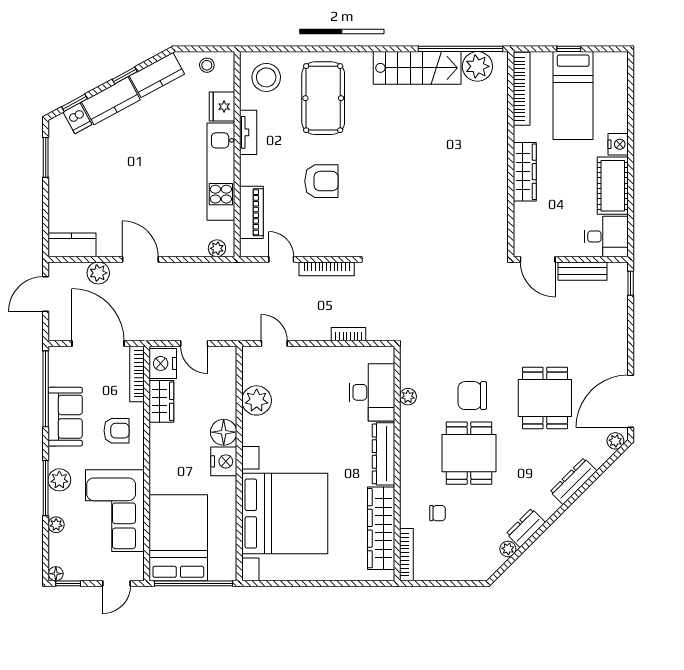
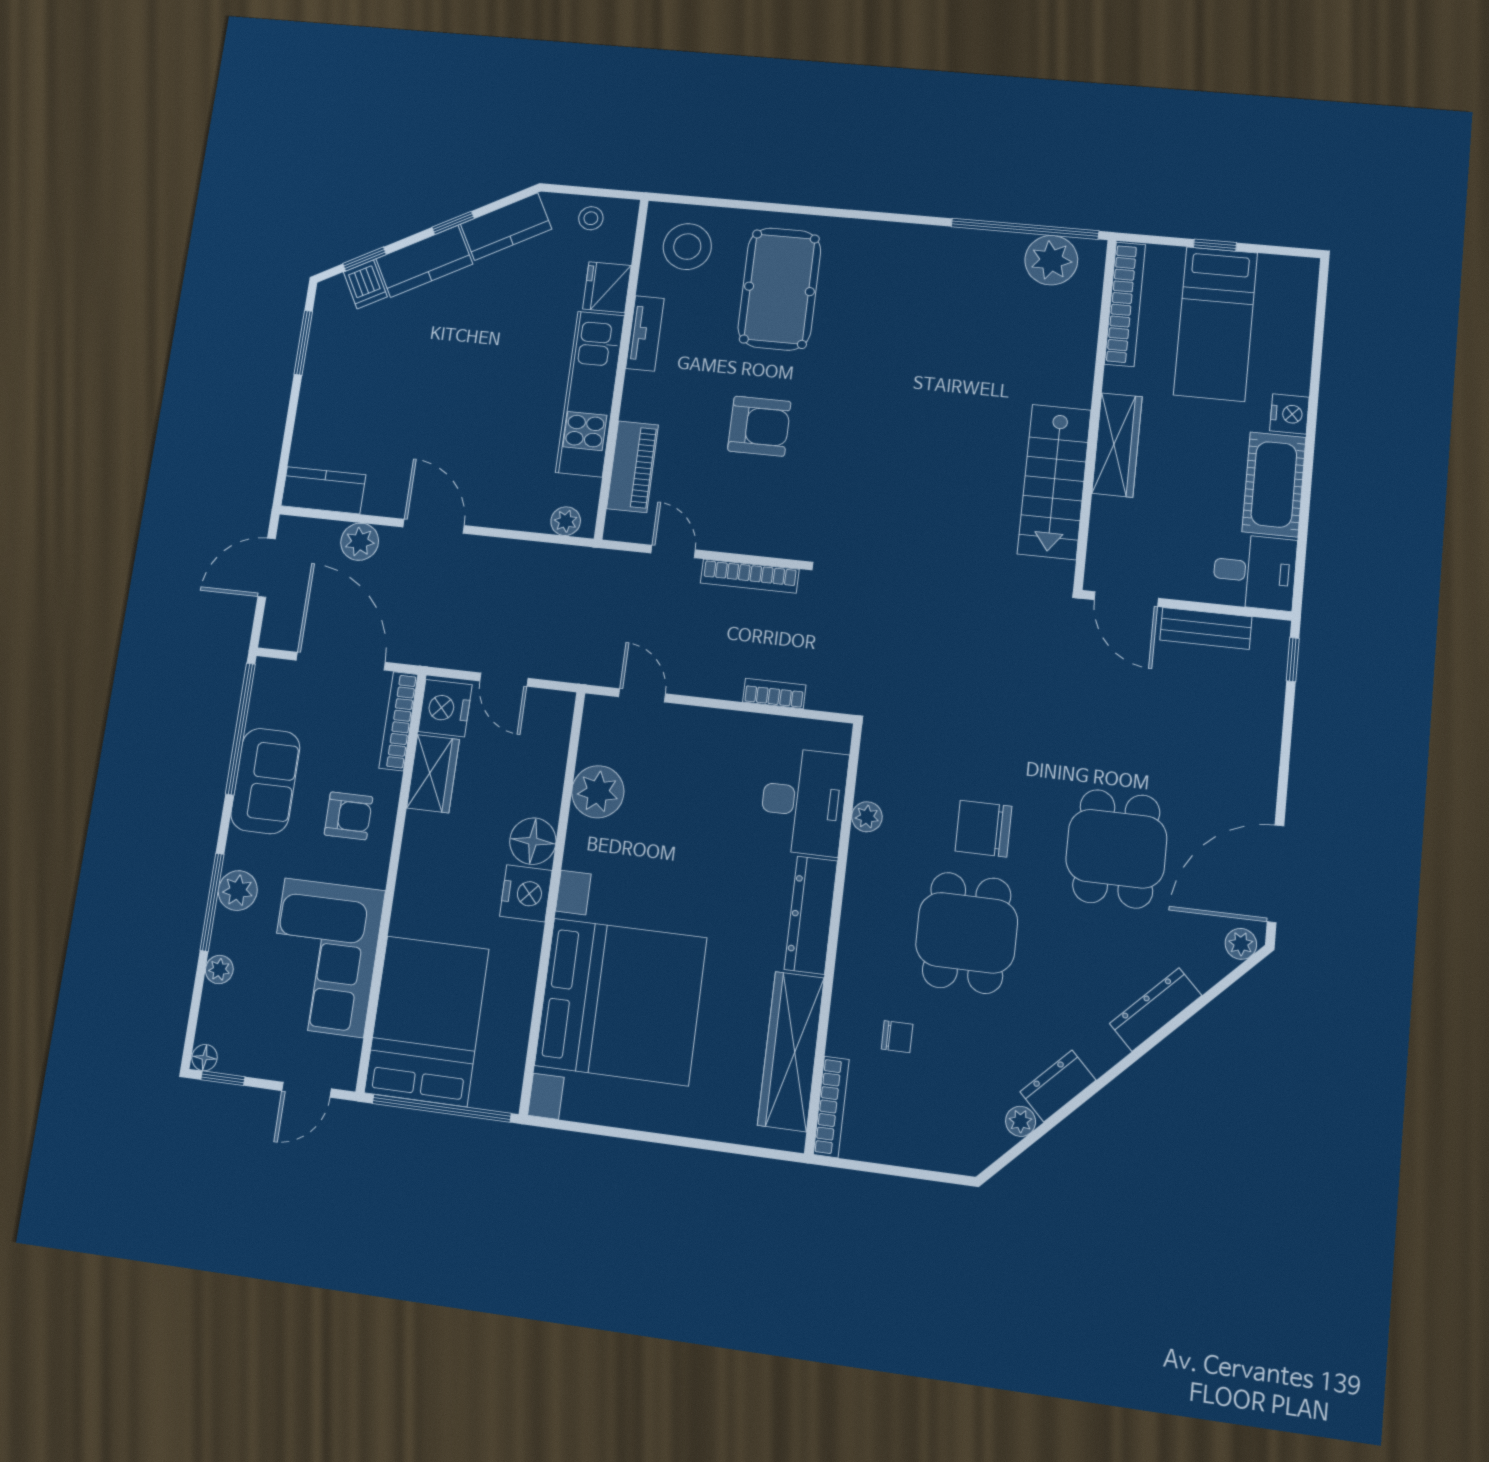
stairs: (417, 68) -> (1054, 482), moved, turned 90

